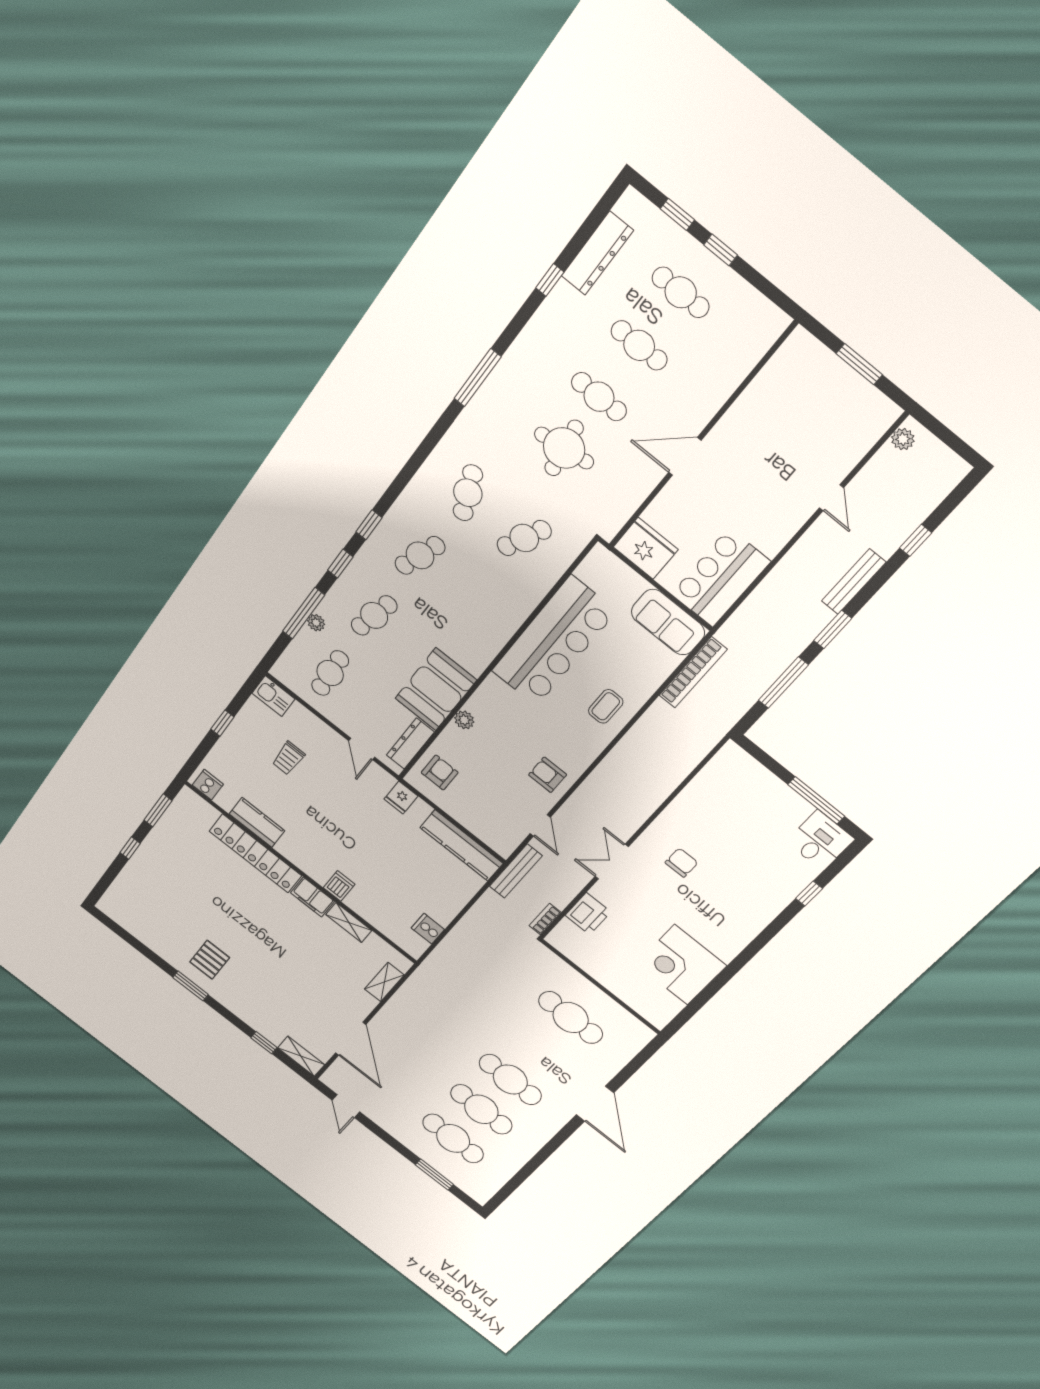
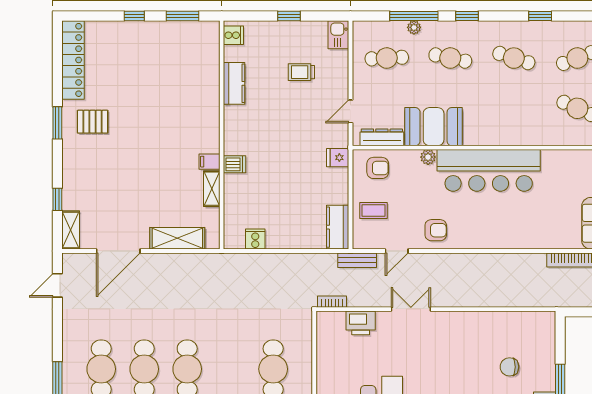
window: (369, 525) -> (540, 16), moved
bar counter: (553, 641) -> (489, 170), moved
coffee table: (606, 706) -> (373, 211), moved
armchair: (548, 775) -> (436, 230), turned 90
kitchen counter: (461, 845) -> (338, 227), width x0.67
locker: (255, 853) -> (73, 60), moved, turned 180
chair: (681, 863) -> (509, 367), moved, turned 180
bench: (516, 871) -> (357, 260), width x0.73
filing cabinet: (312, 897) -> (209, 162), width x0.50
shelving: (384, 982) -> (177, 238), width x1.50, depth x1.33

